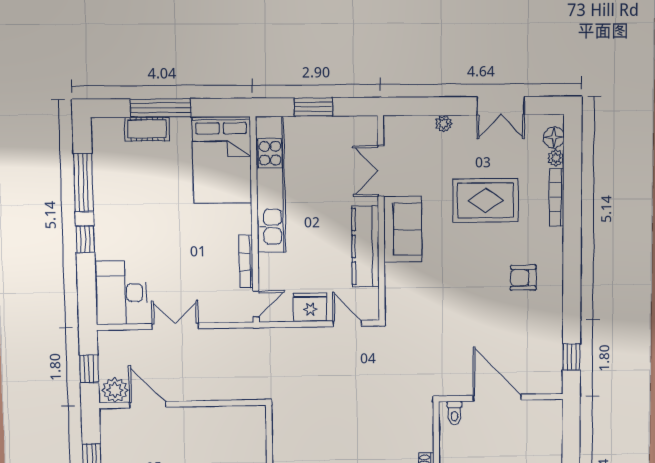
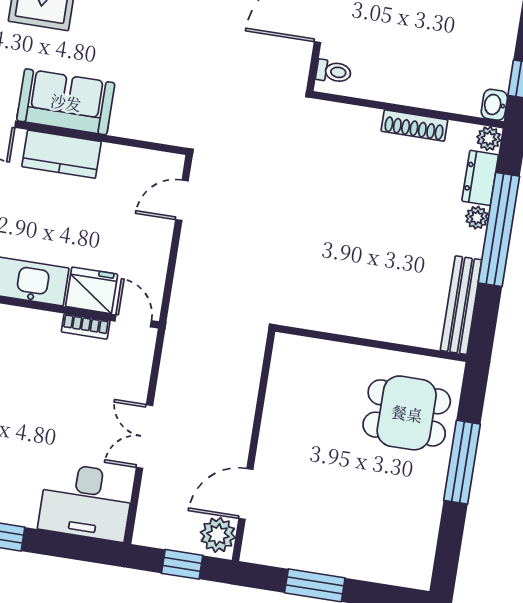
kitchen counter: (365, 246) -> (62, 154), width x0.67
bookcase: (246, 261) -> (86, 326), width x0.64
fridge: (310, 307) -> (92, 290), moved, turned 90

